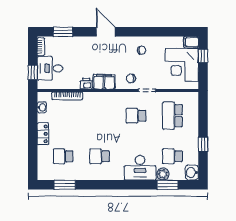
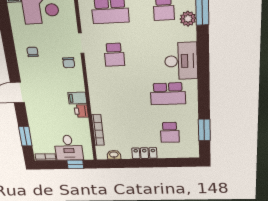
filing cabinet: (104, 82) -> (77, 98), width x0.50
school desk: (100, 156) -> (168, 94), width x1.85
desk: (140, 168) -> (181, 61), moved

